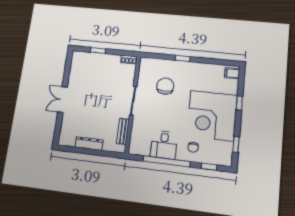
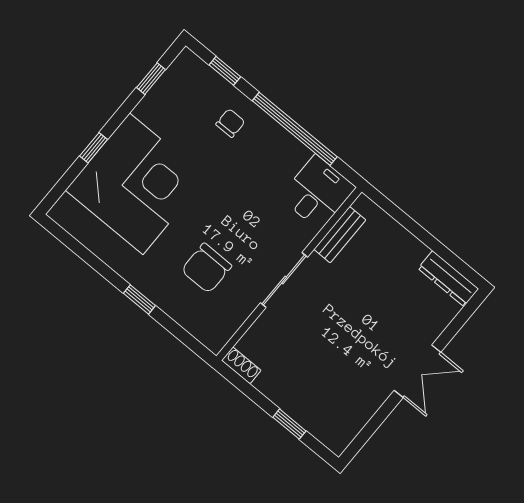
filing cabinet: (232, 73) -> (68, 211), removed
corner desk: (212, 116) -> (136, 184), moved
dresser: (89, 144) -> (448, 279), moved
desk: (164, 145) -> (318, 192), moved

